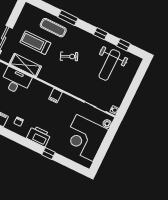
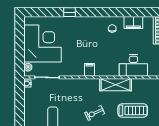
shelving: (25, 65) -> (116, 85), moved
printer: (39, 136) -> (87, 24), removed

